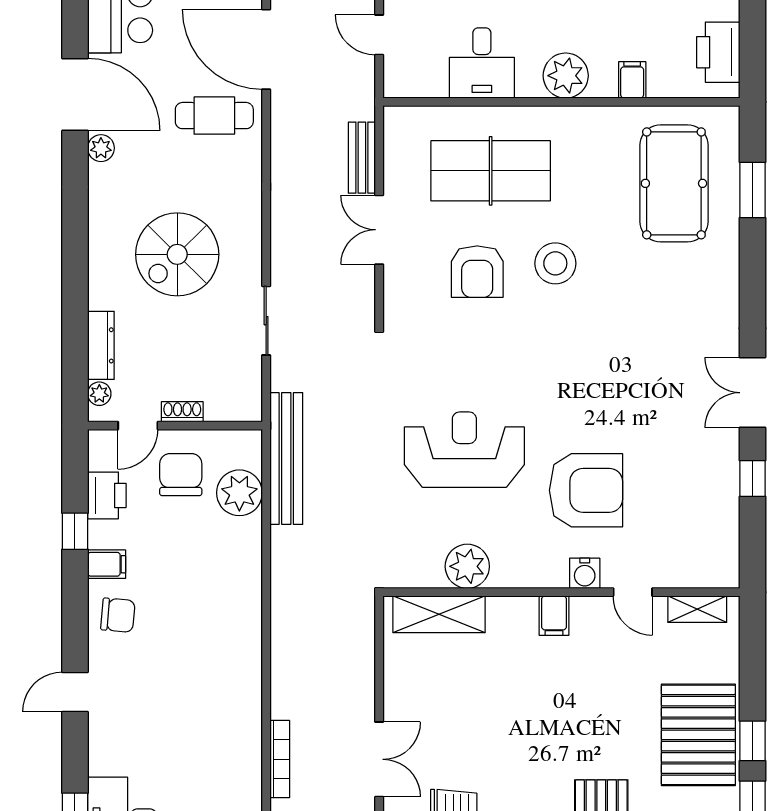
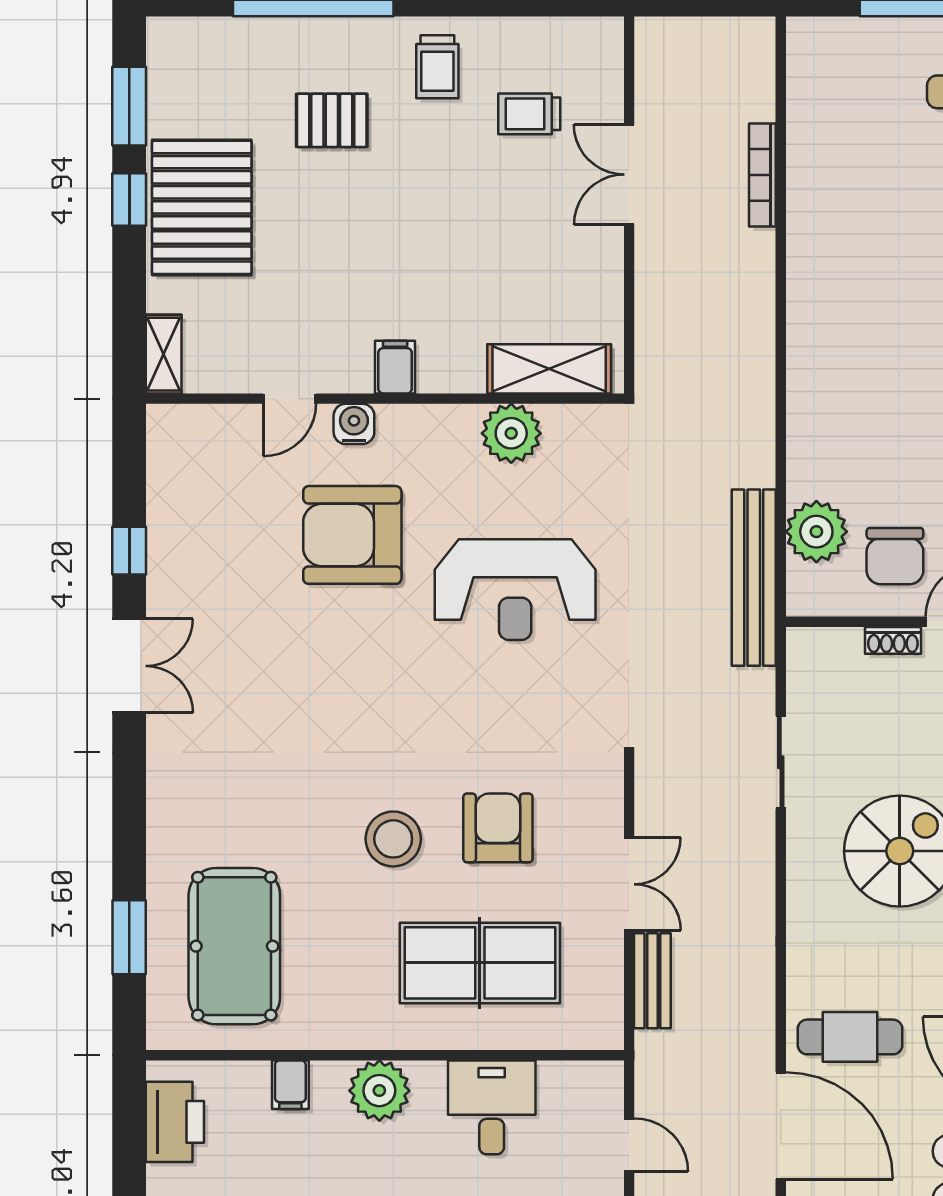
door: (633, 592) -> (290, 399), swing flipped
shelving: (697, 609) -> (164, 354), moved, turned 90

